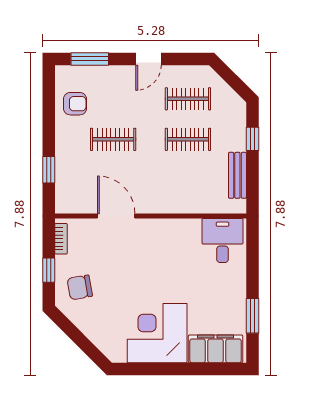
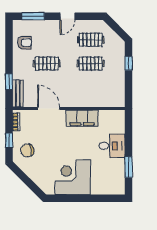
bench: (237, 175) -> (18, 94), moved
desk: (223, 241) -> (112, 146), moved, turned 90
filing cabinet: (216, 349) -> (82, 118), moved, turned 180

